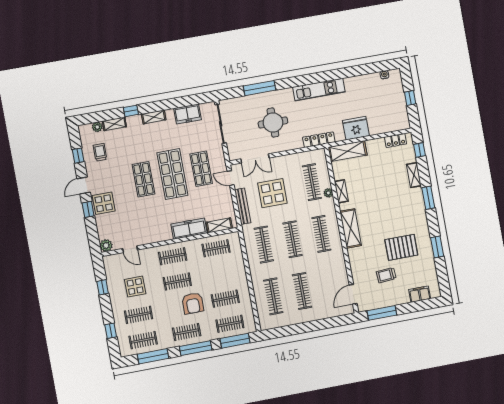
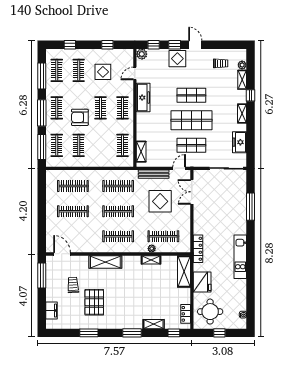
round table: (273, 123) -> (210, 312), moved
window: (78, 156) -> (154, 45), moved
shelving: (351, 228) -> (105, 262), moved
freezer: (189, 229) -> (143, 98), moved

